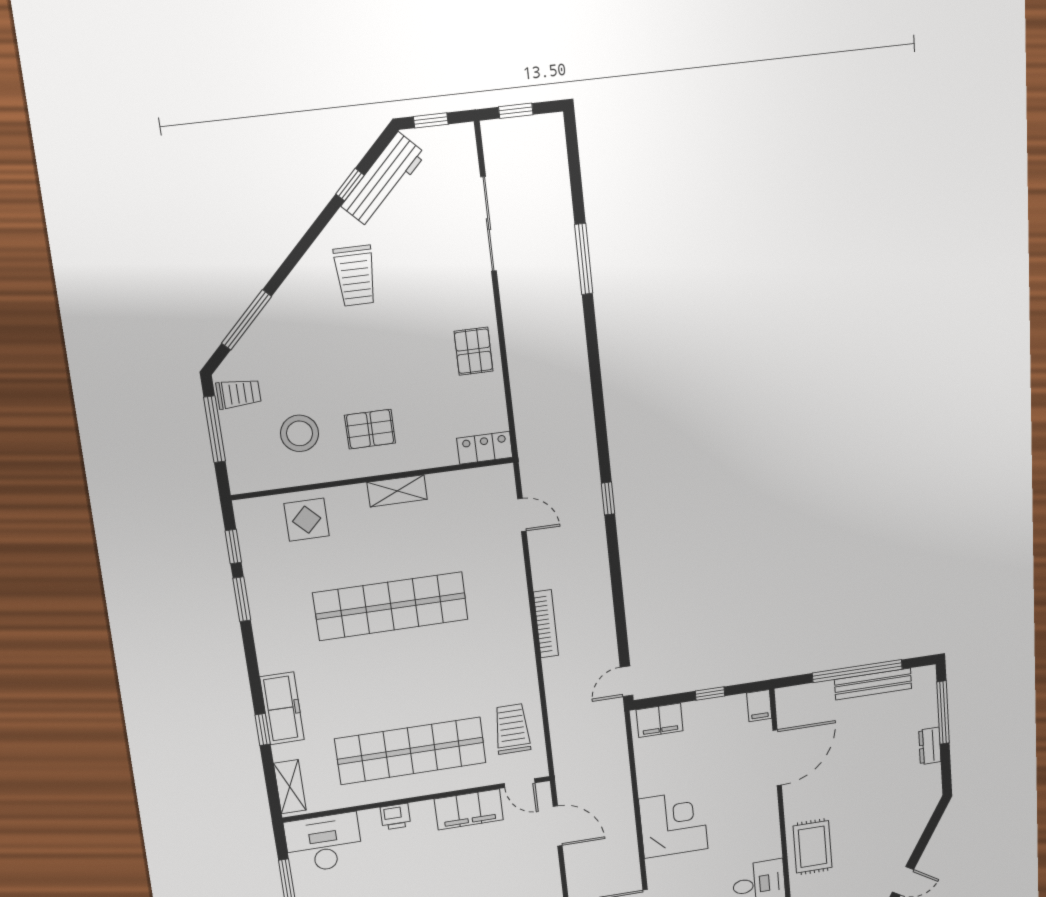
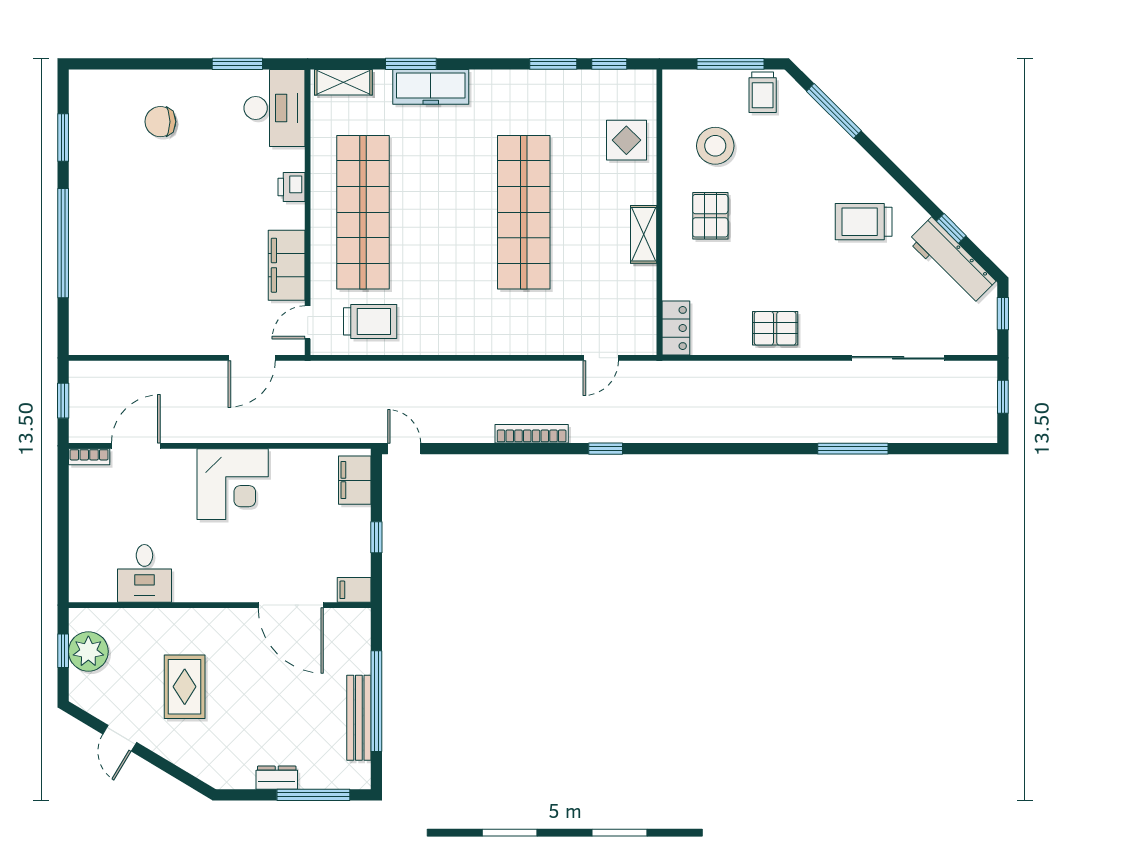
bookcase: (546, 624) -> (532, 434), moved, turned 180
window: (263, 729) -> (411, 64), width x1.50
rug: (812, 847) -> (185, 687), moved, turned 90

